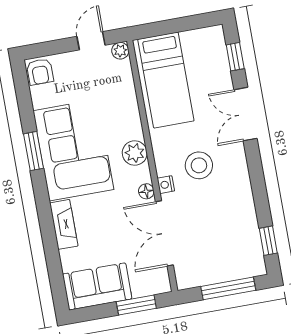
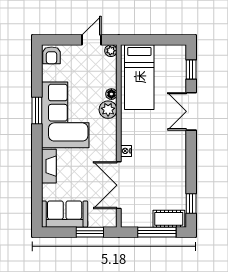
plant: (135, 153) -> (108, 110), moved
stool: (199, 165) -> (152, 142), removed
floor lamp: (146, 191) -> (111, 94), moved
cot: (241, 267) -> (169, 219), added

